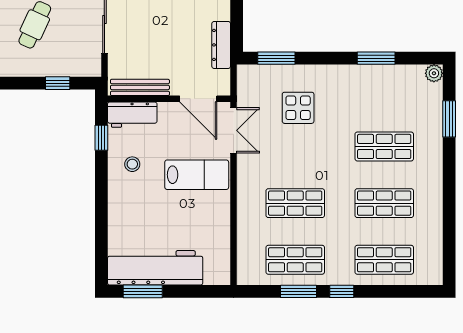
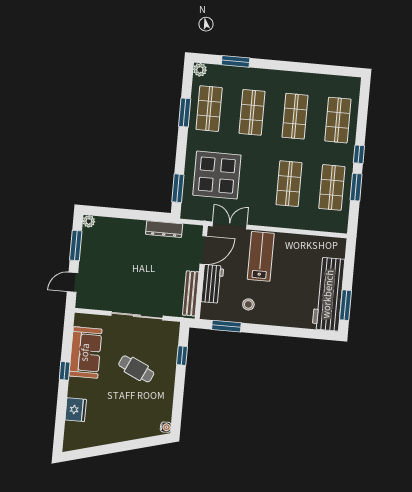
shop shelf: (384, 90) -> (209, 109), added
display table: (298, 108) -> (217, 175), width x1.86, depth x1.86
workbench: (132, 115) -> (212, 284), moved
window: (101, 138) -> (226, 326), width x1.50

